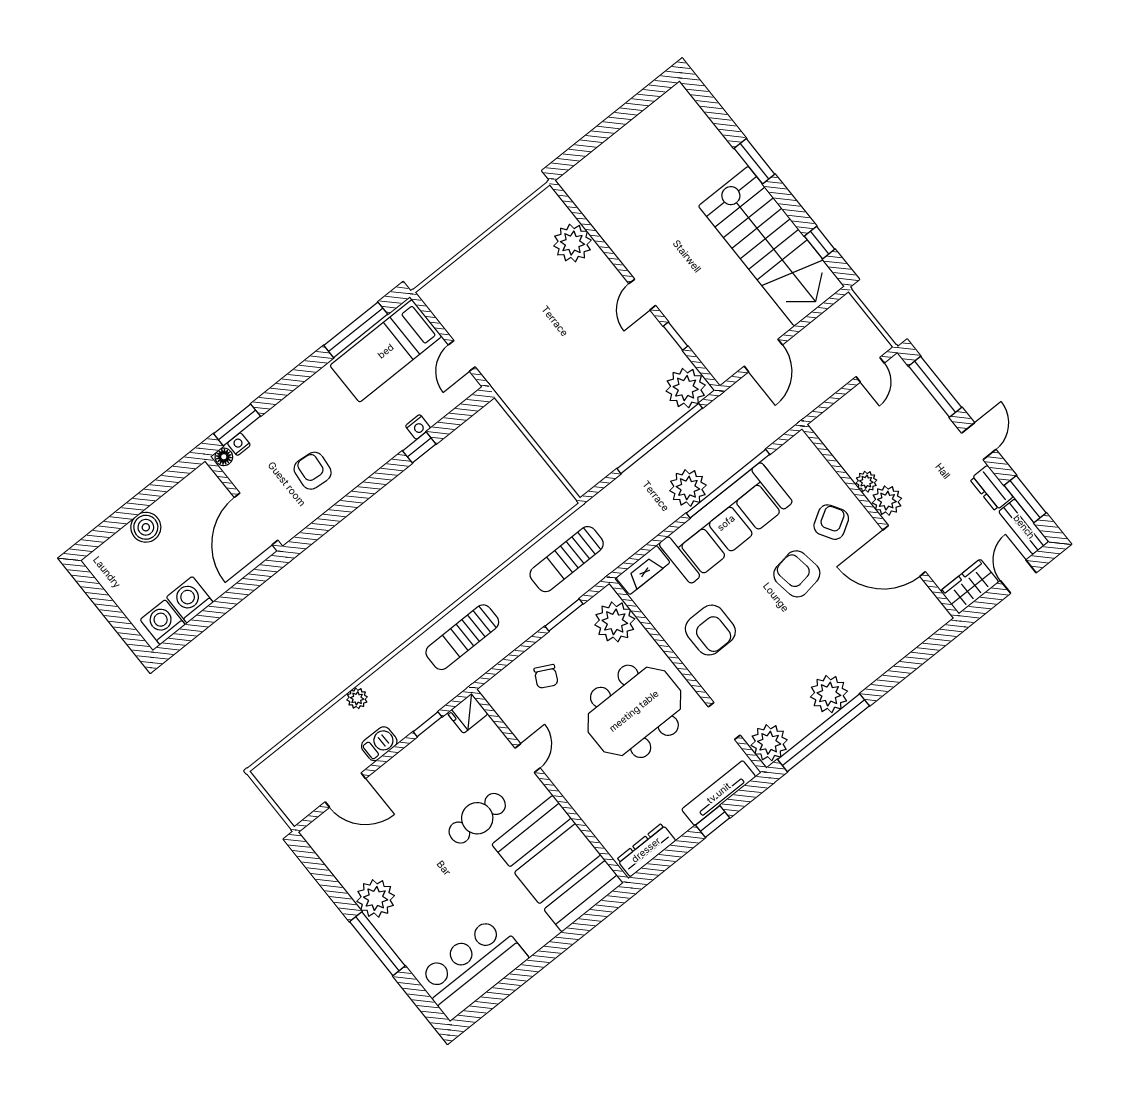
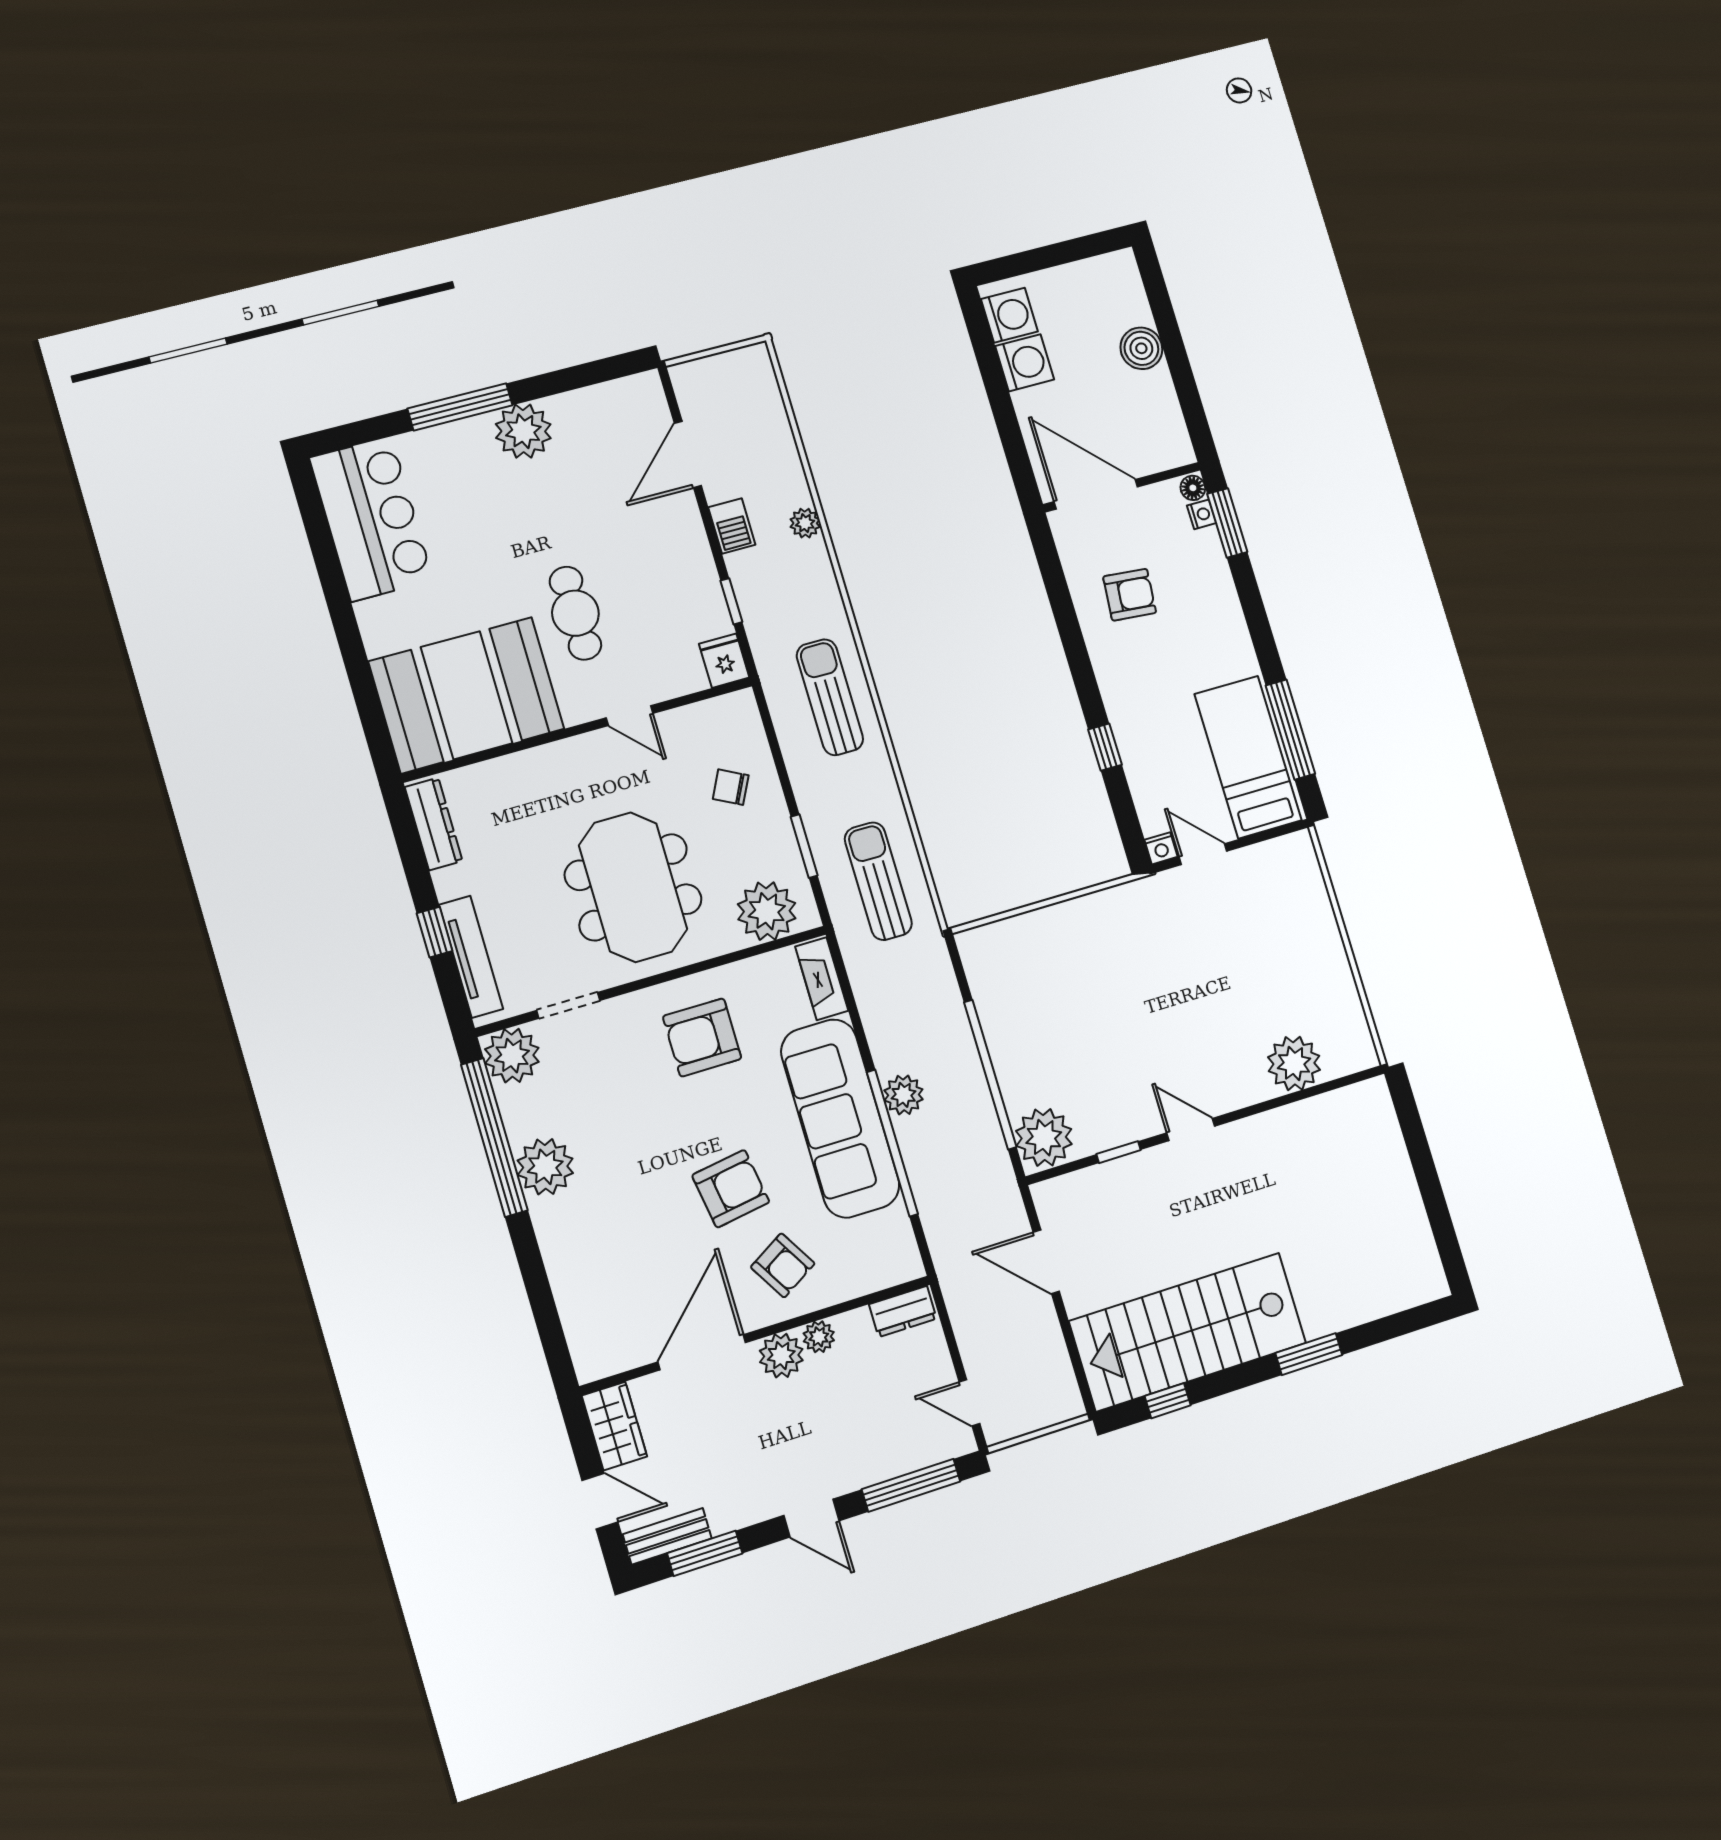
nightstand: (418, 427) -> (1161, 848), moved, turned -90
plant: (688, 488) -> (904, 1095), width x0.73, depth x0.73
dresser: (991, 488) -> (903, 1311), moved, turned 180

